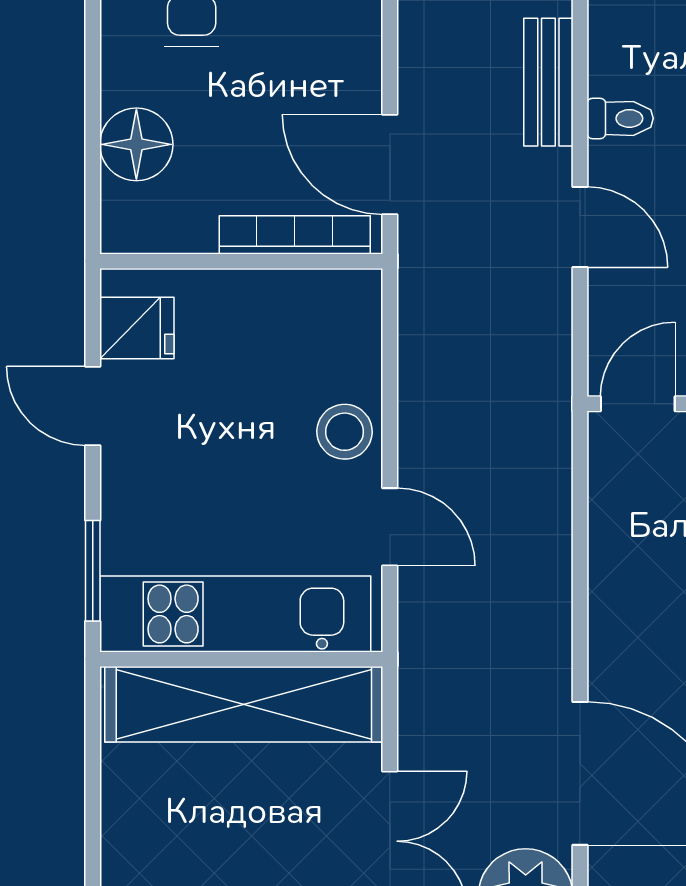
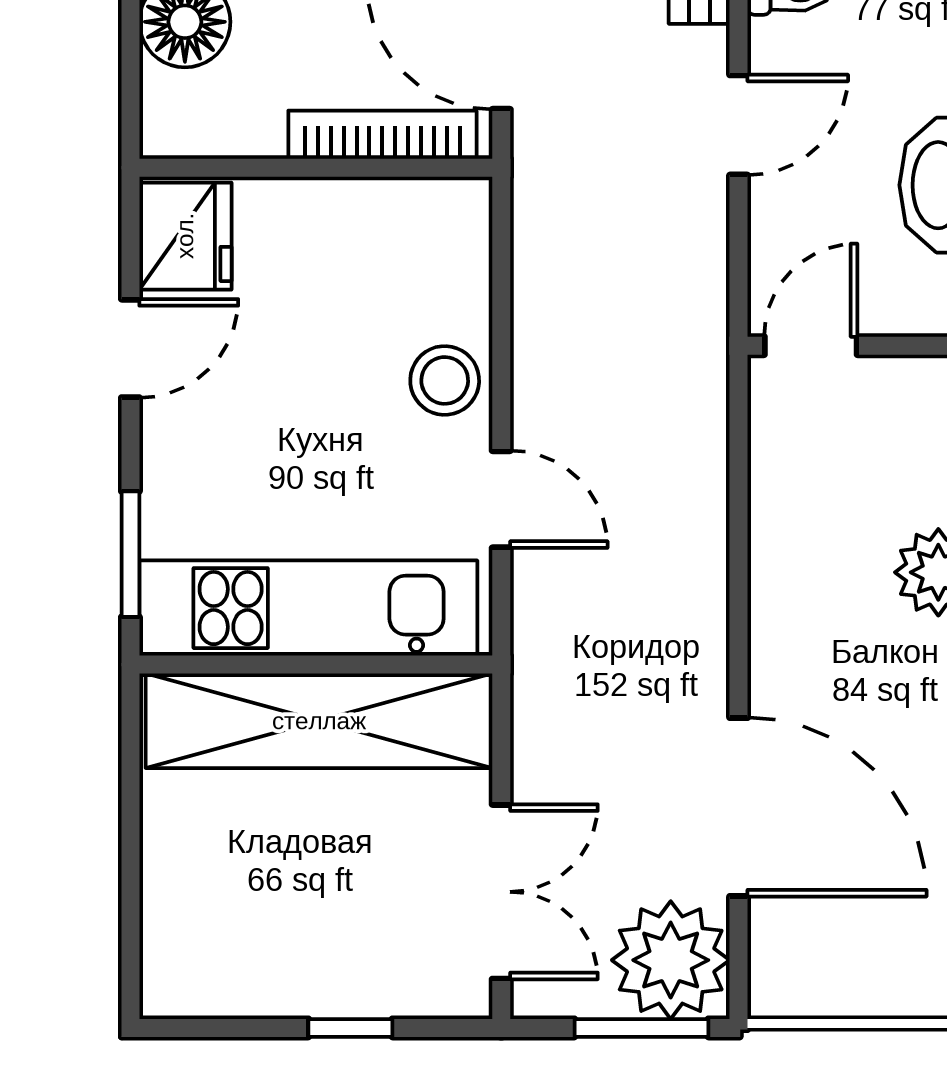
door: (580, 227) -> (739, 125), hinge flipped
fridge: (137, 328) -> (185, 236), width x1.38
door: (93, 406) -> (130, 348), swing flipped

